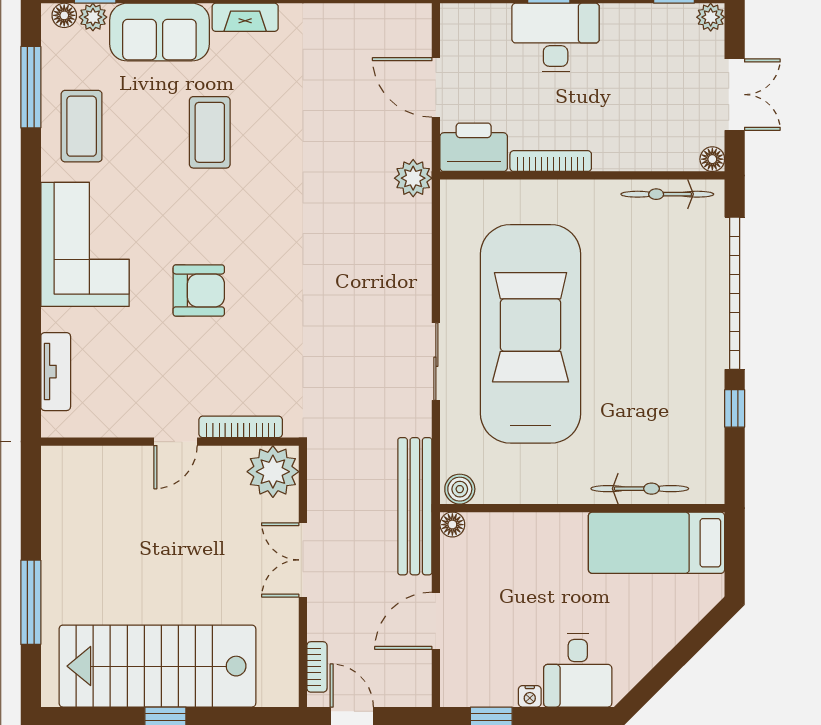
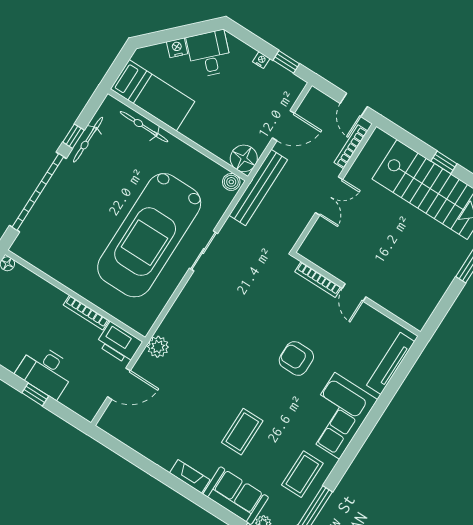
door: (436, 87) -> (119, 384), hinge flipped
bicycle: (667, 194) -> (88, 140), moved, turned 90
tv unit: (56, 372) -> (391, 363), width x1.41
door: (176, 442) -> (354, 293), swing flipped
plant: (273, 472) -> (316, 248), removed
floor lamp: (452, 525) -> (244, 158), width x1.89, depth x1.89
nightstand: (665, 636) -> (177, 48), added
bookcase: (317, 667) -> (351, 147), width x1.56
desk: (578, 670) -> (209, 54), moved, turned -45

